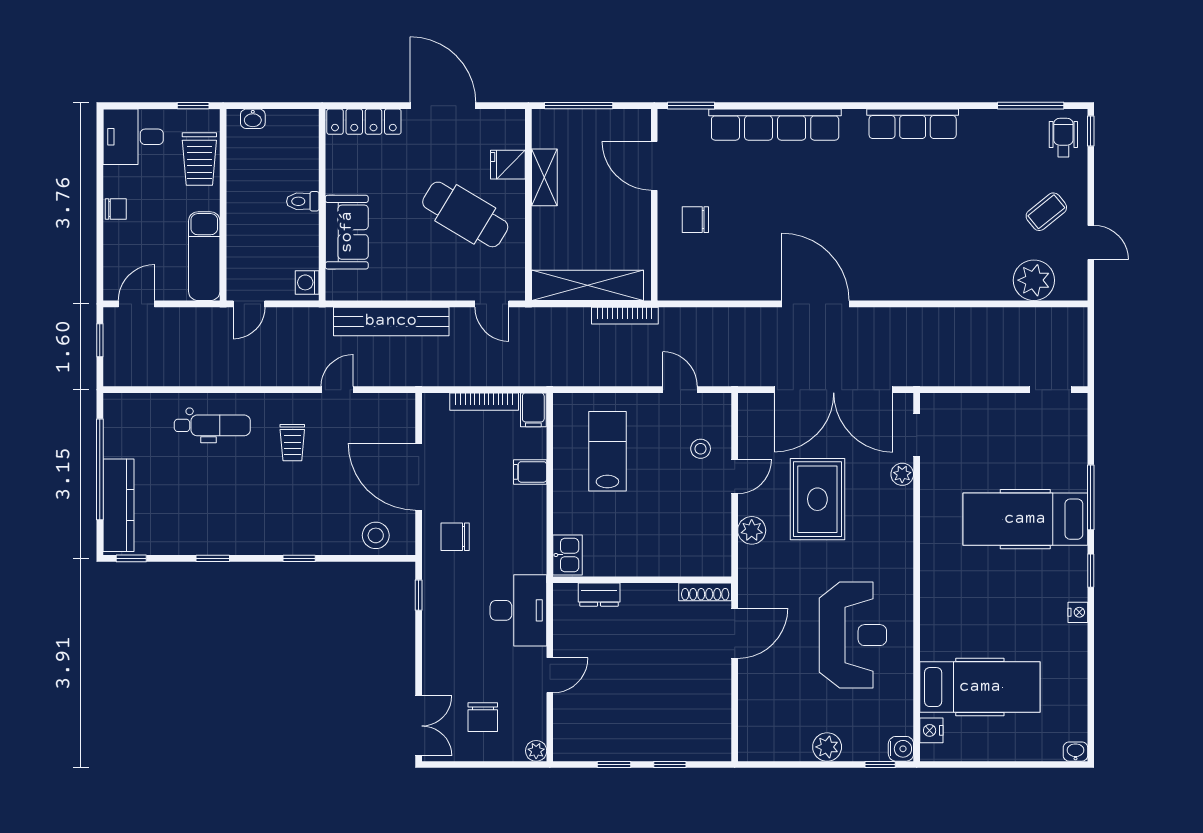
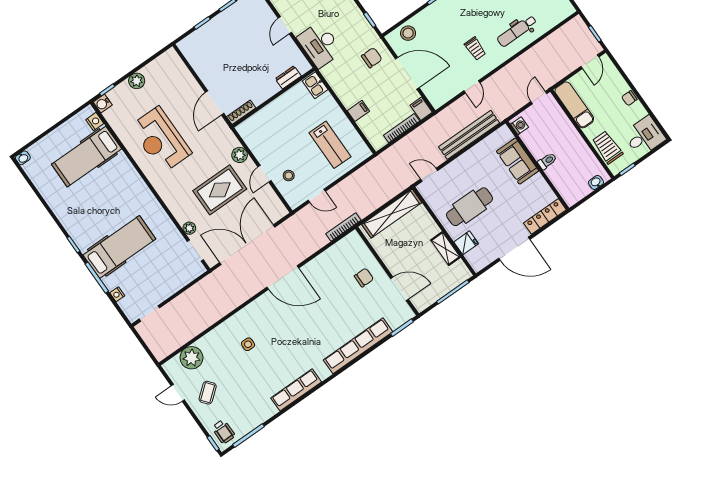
cafe table: (465, 214) -> (470, 207), turned -31
side table: (936, 241) -> (248, 344), added
bookcase: (625, 316) -> (343, 227), moved
filing cabinet: (533, 410) -> (421, 109), moved
trolley: (292, 443) -> (475, 49), turned 180
rug: (817, 499) -> (220, 190), turned 90
nightstand: (1078, 612) -> (117, 294), moved

